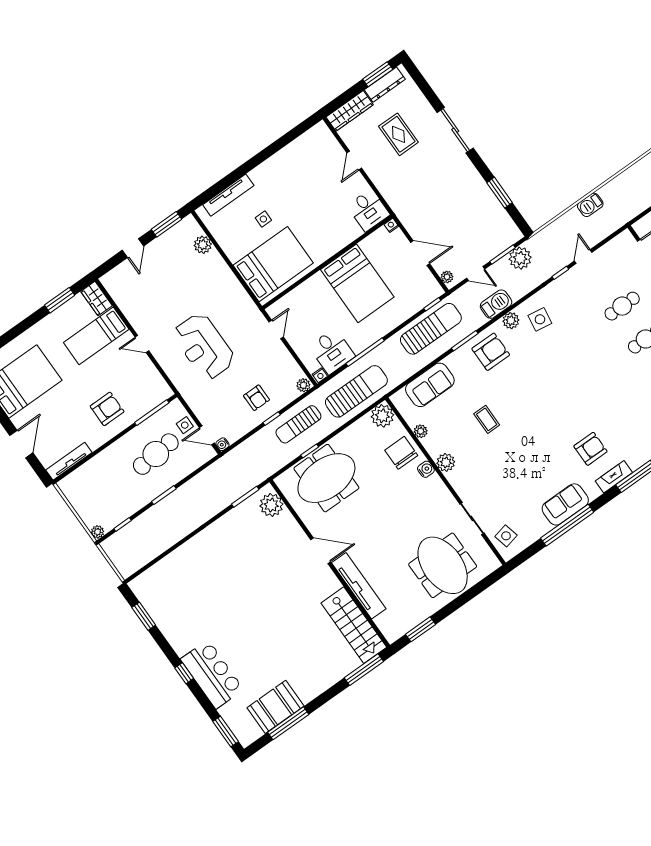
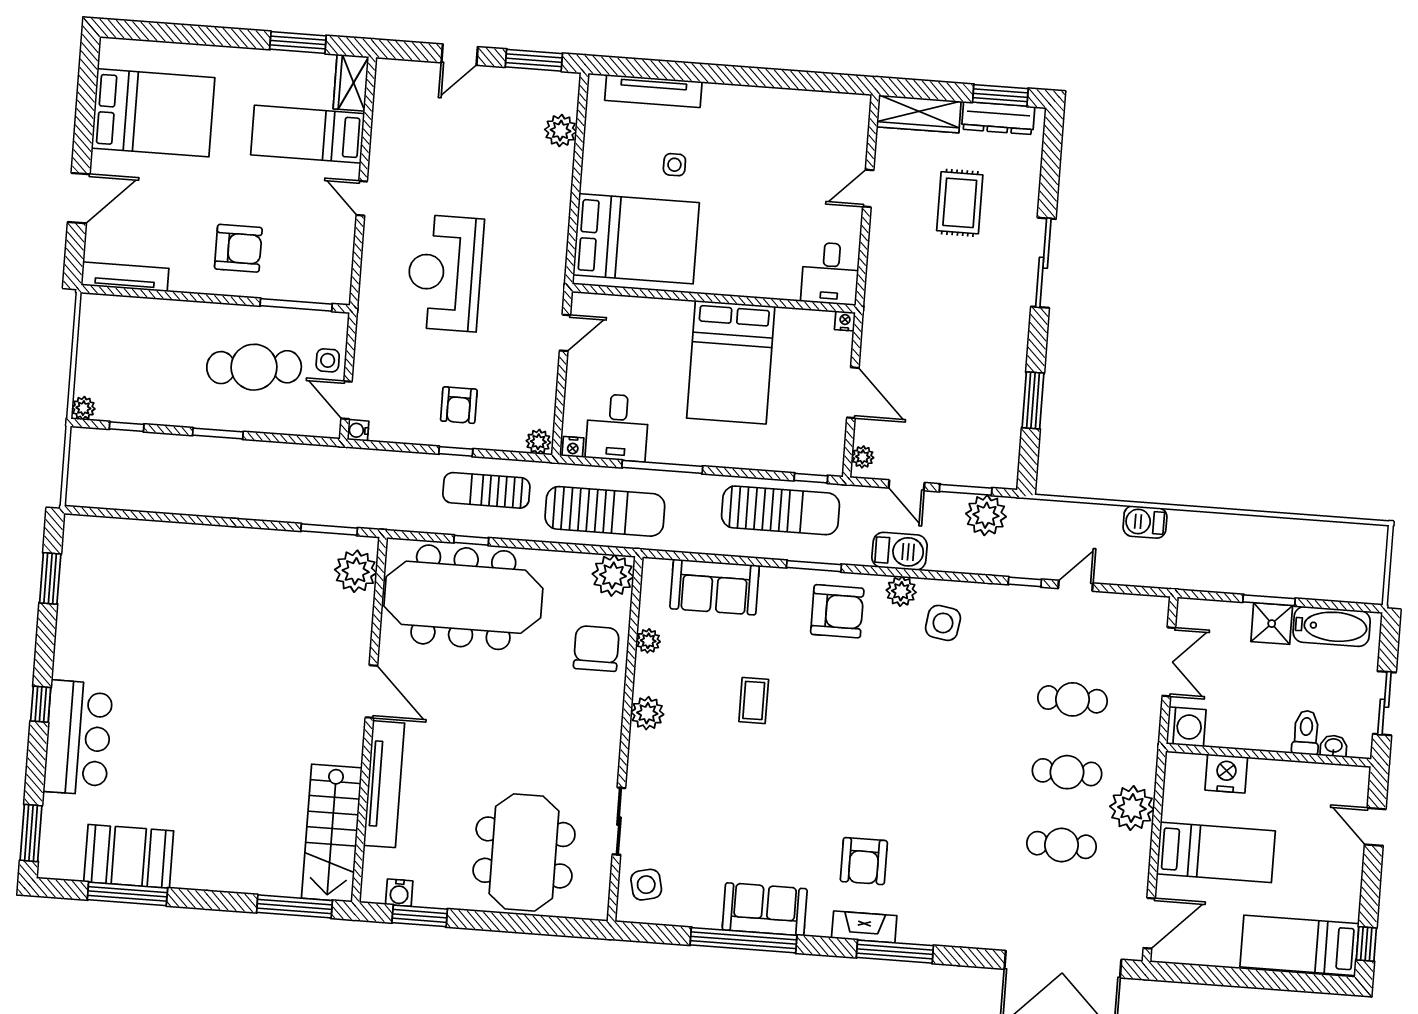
armchair: (590, 449) -> (864, 861), turned 90
water cooler: (426, 469) -> (399, 893), moved, turned 90
meeting table: (326, 478) -> (463, 597), width x1.36

